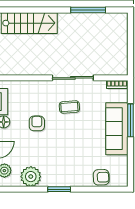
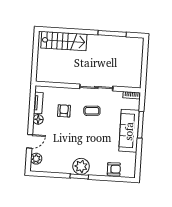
armchair: (37, 123) -> (64, 111), moved
plant: (31, 177) -> (81, 166), moved

